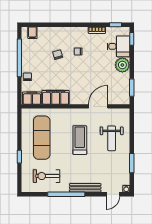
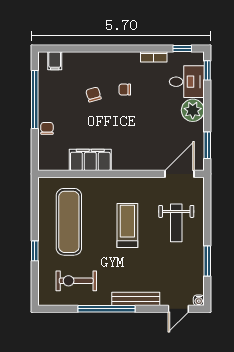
filing cabinet: (32, 98) -> (54, 161), removed
door: (98, 106) -> (179, 174), moved

